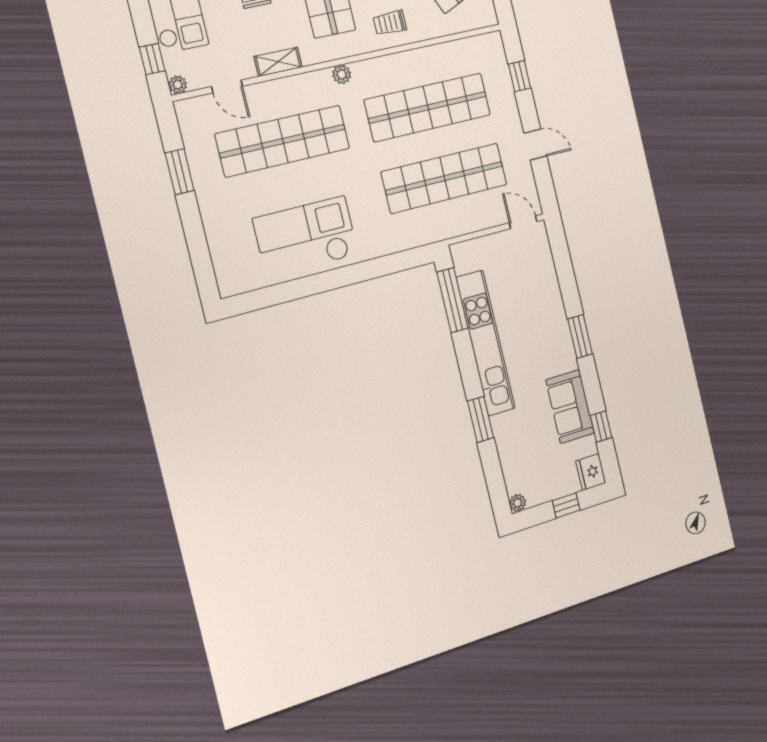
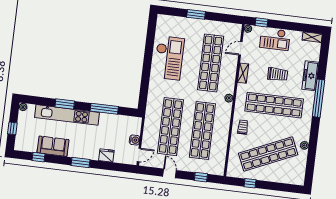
door: (535, 145) -> (169, 173), swing flipped
window: (180, 172) -> (196, 14), moved
water cooler: (498, 243) -> (135, 140), added
window: (452, 300) -> (104, 109), moved
kitchen unit: (486, 343) -> (67, 115), moved
fridge: (591, 472) -> (106, 155), moved

